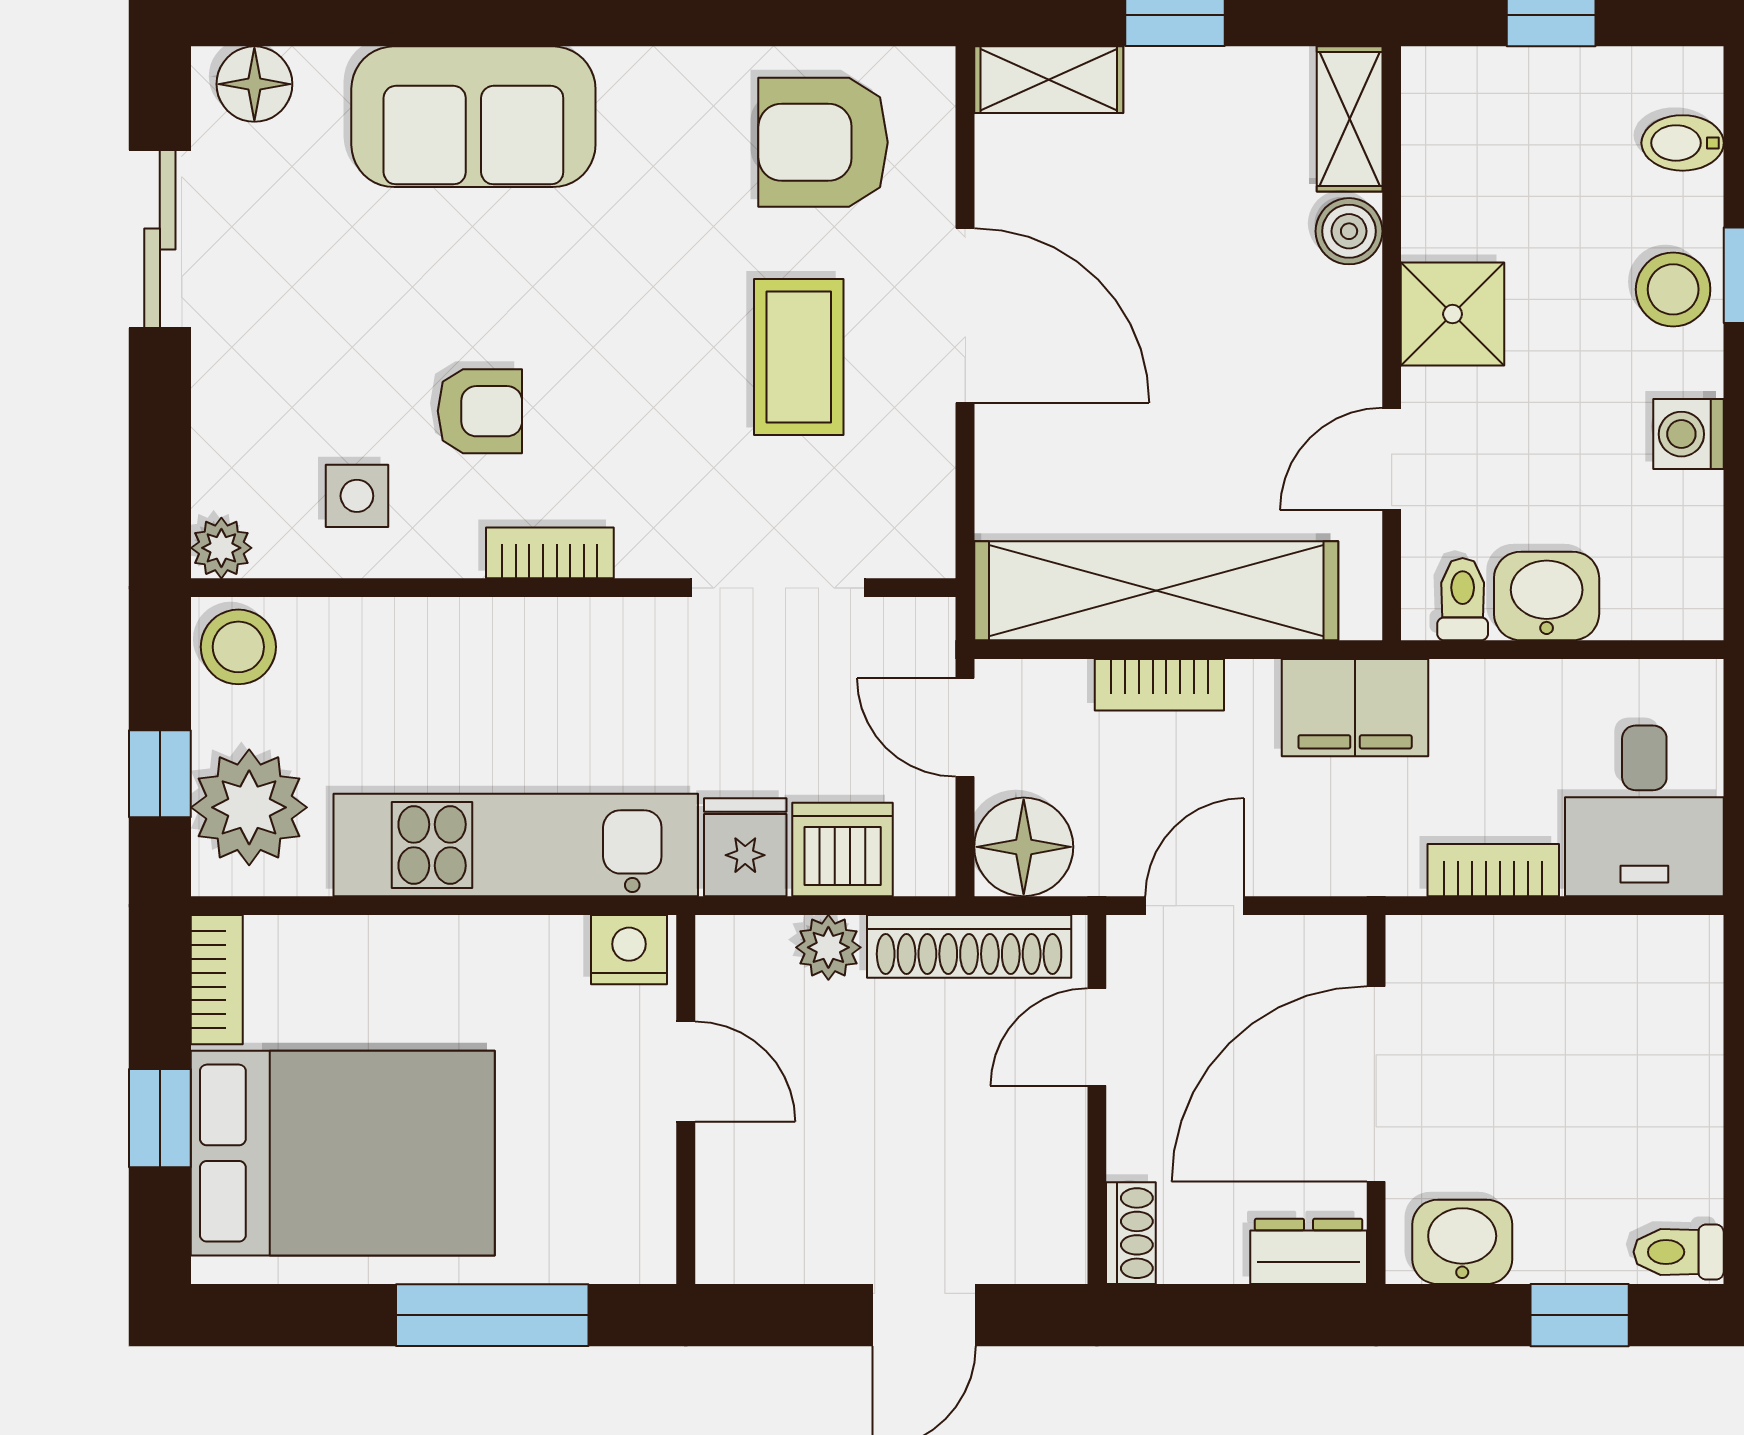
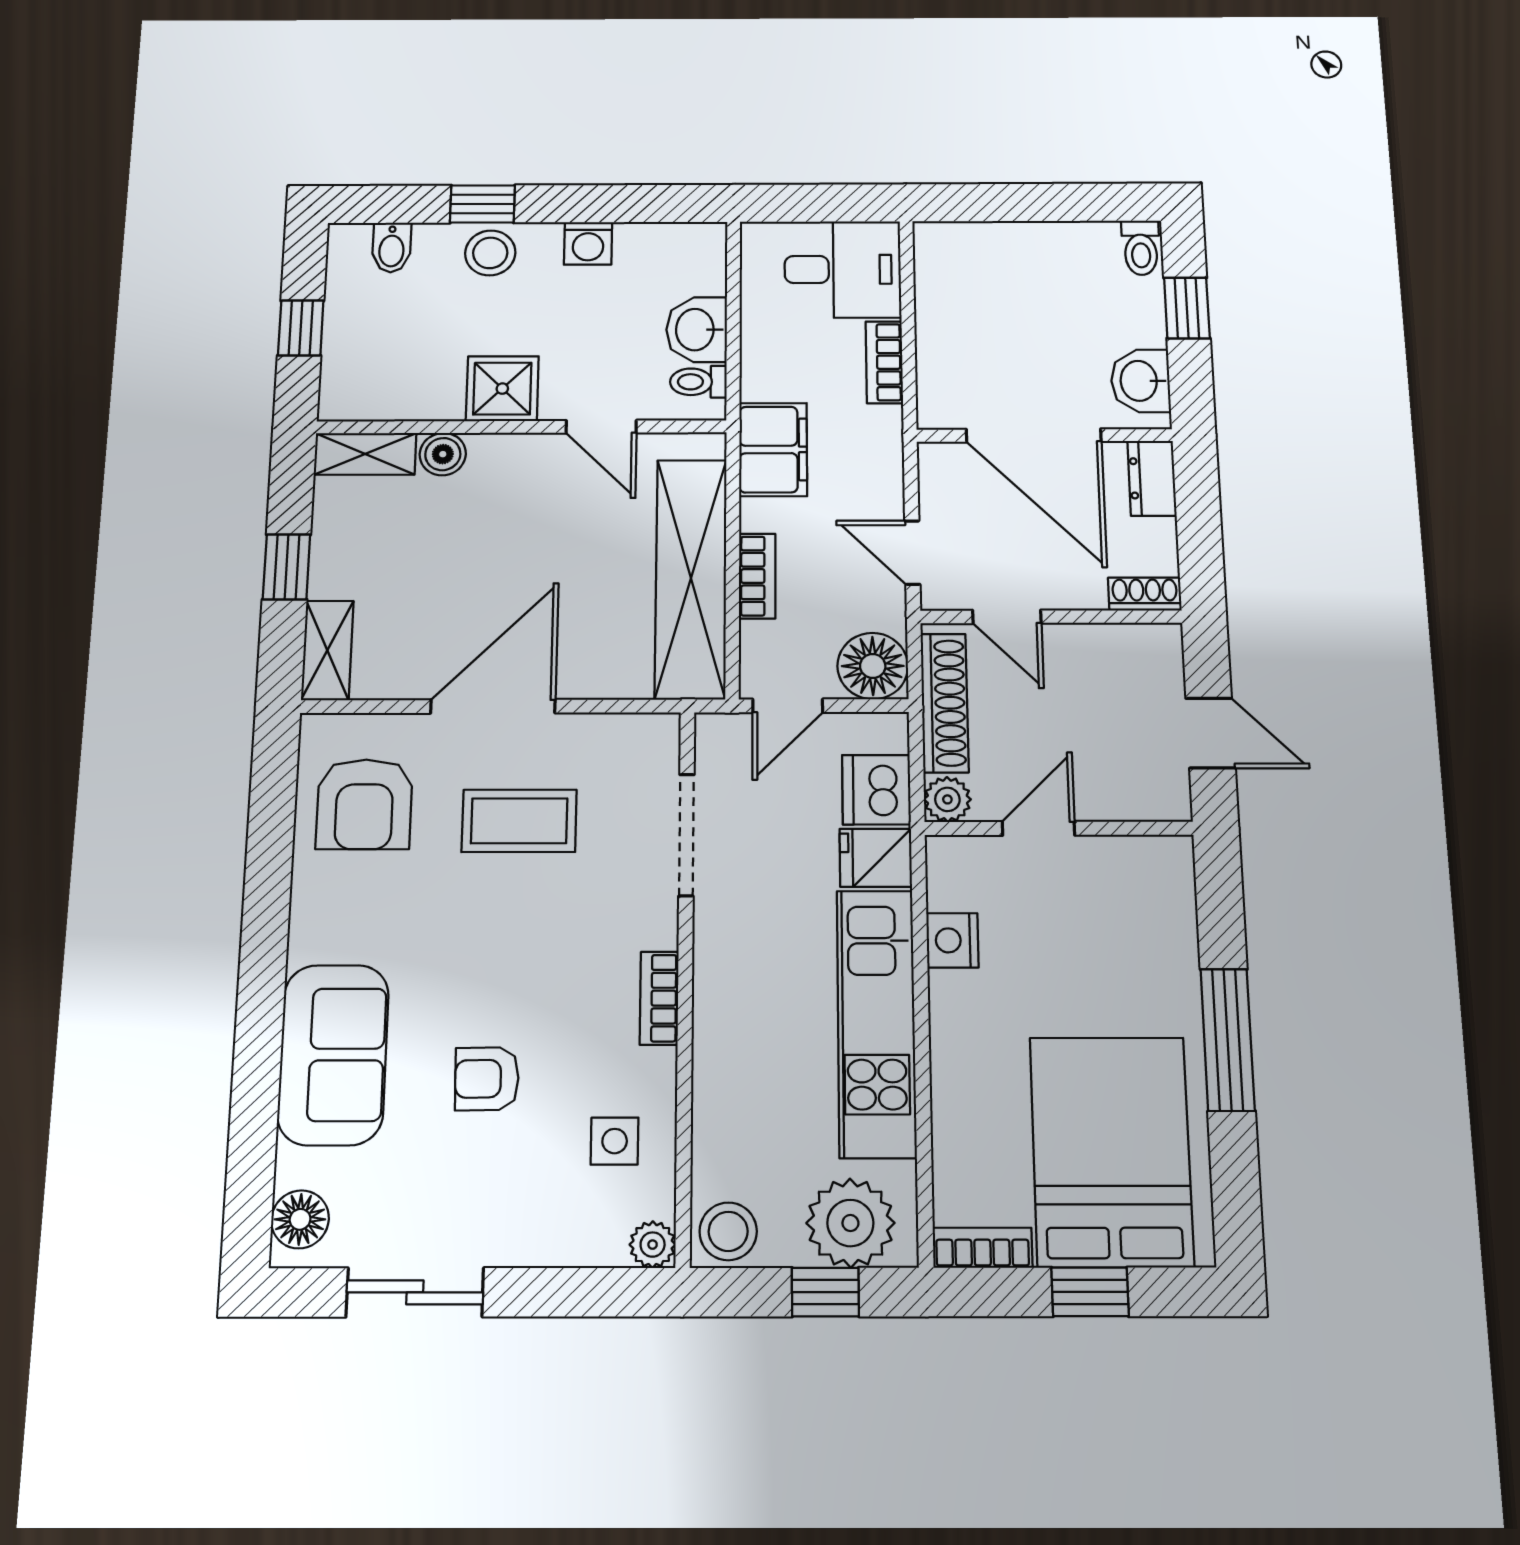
armchair: (480, 411) -> (487, 1079), moved, turned -91
door: (686, 1072) -> (1038, 828), moved
wall: (686, 1100) -> (1059, 828), moved

